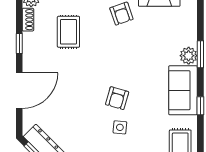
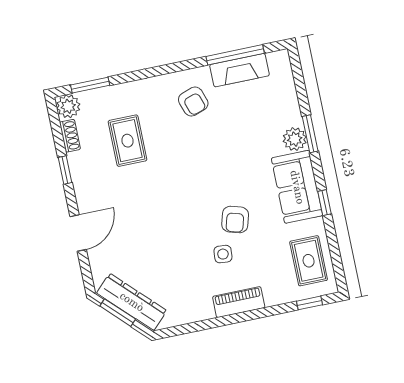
door: (19, 91) -> (78, 233), width x0.73
armchair: (117, 98) -> (235, 219), moved

